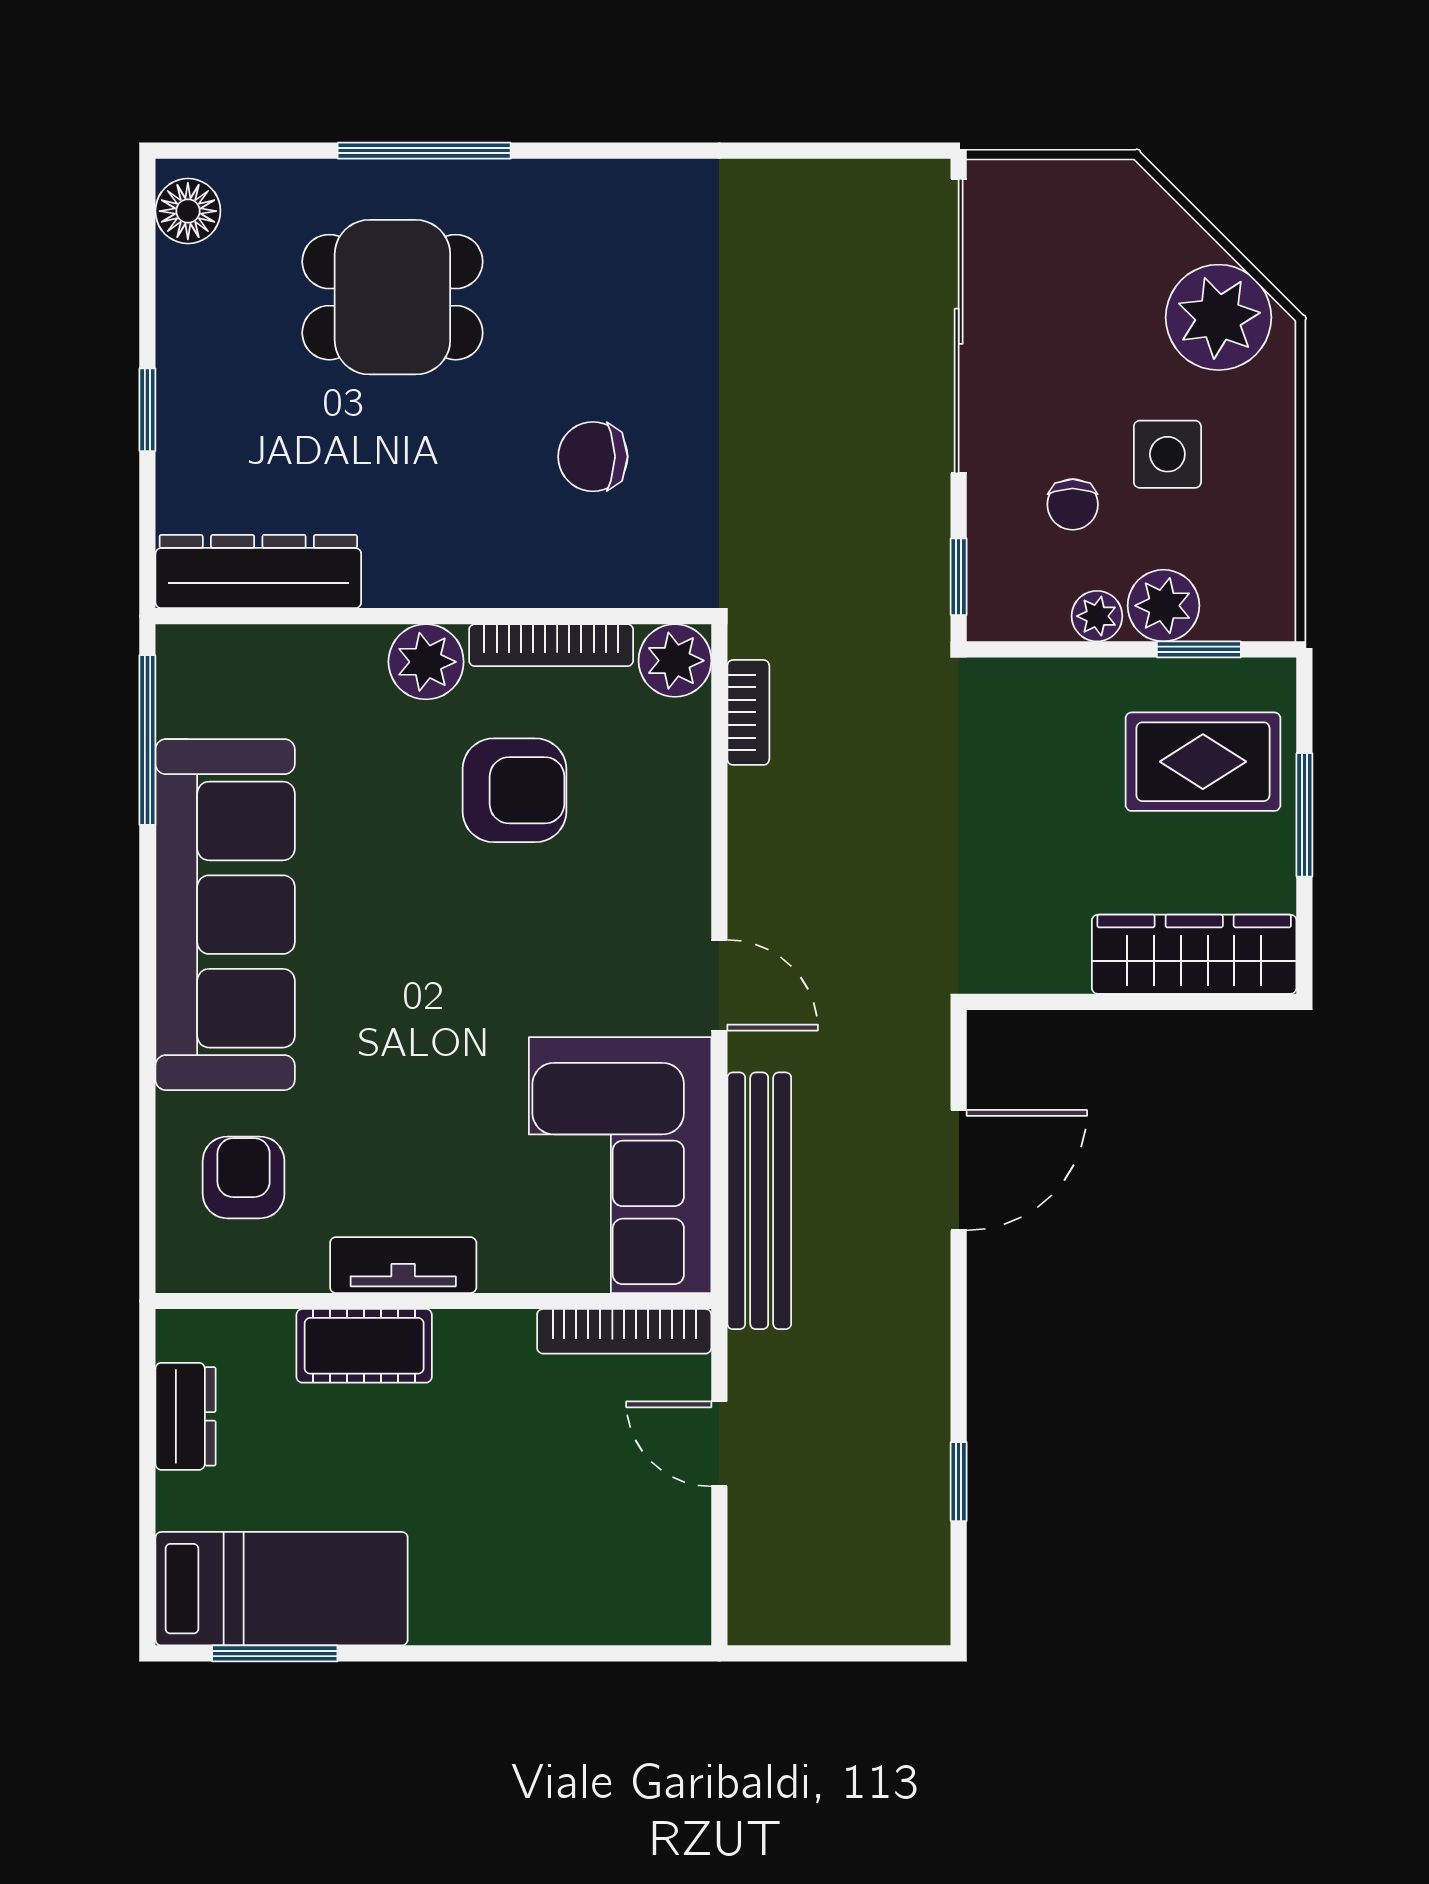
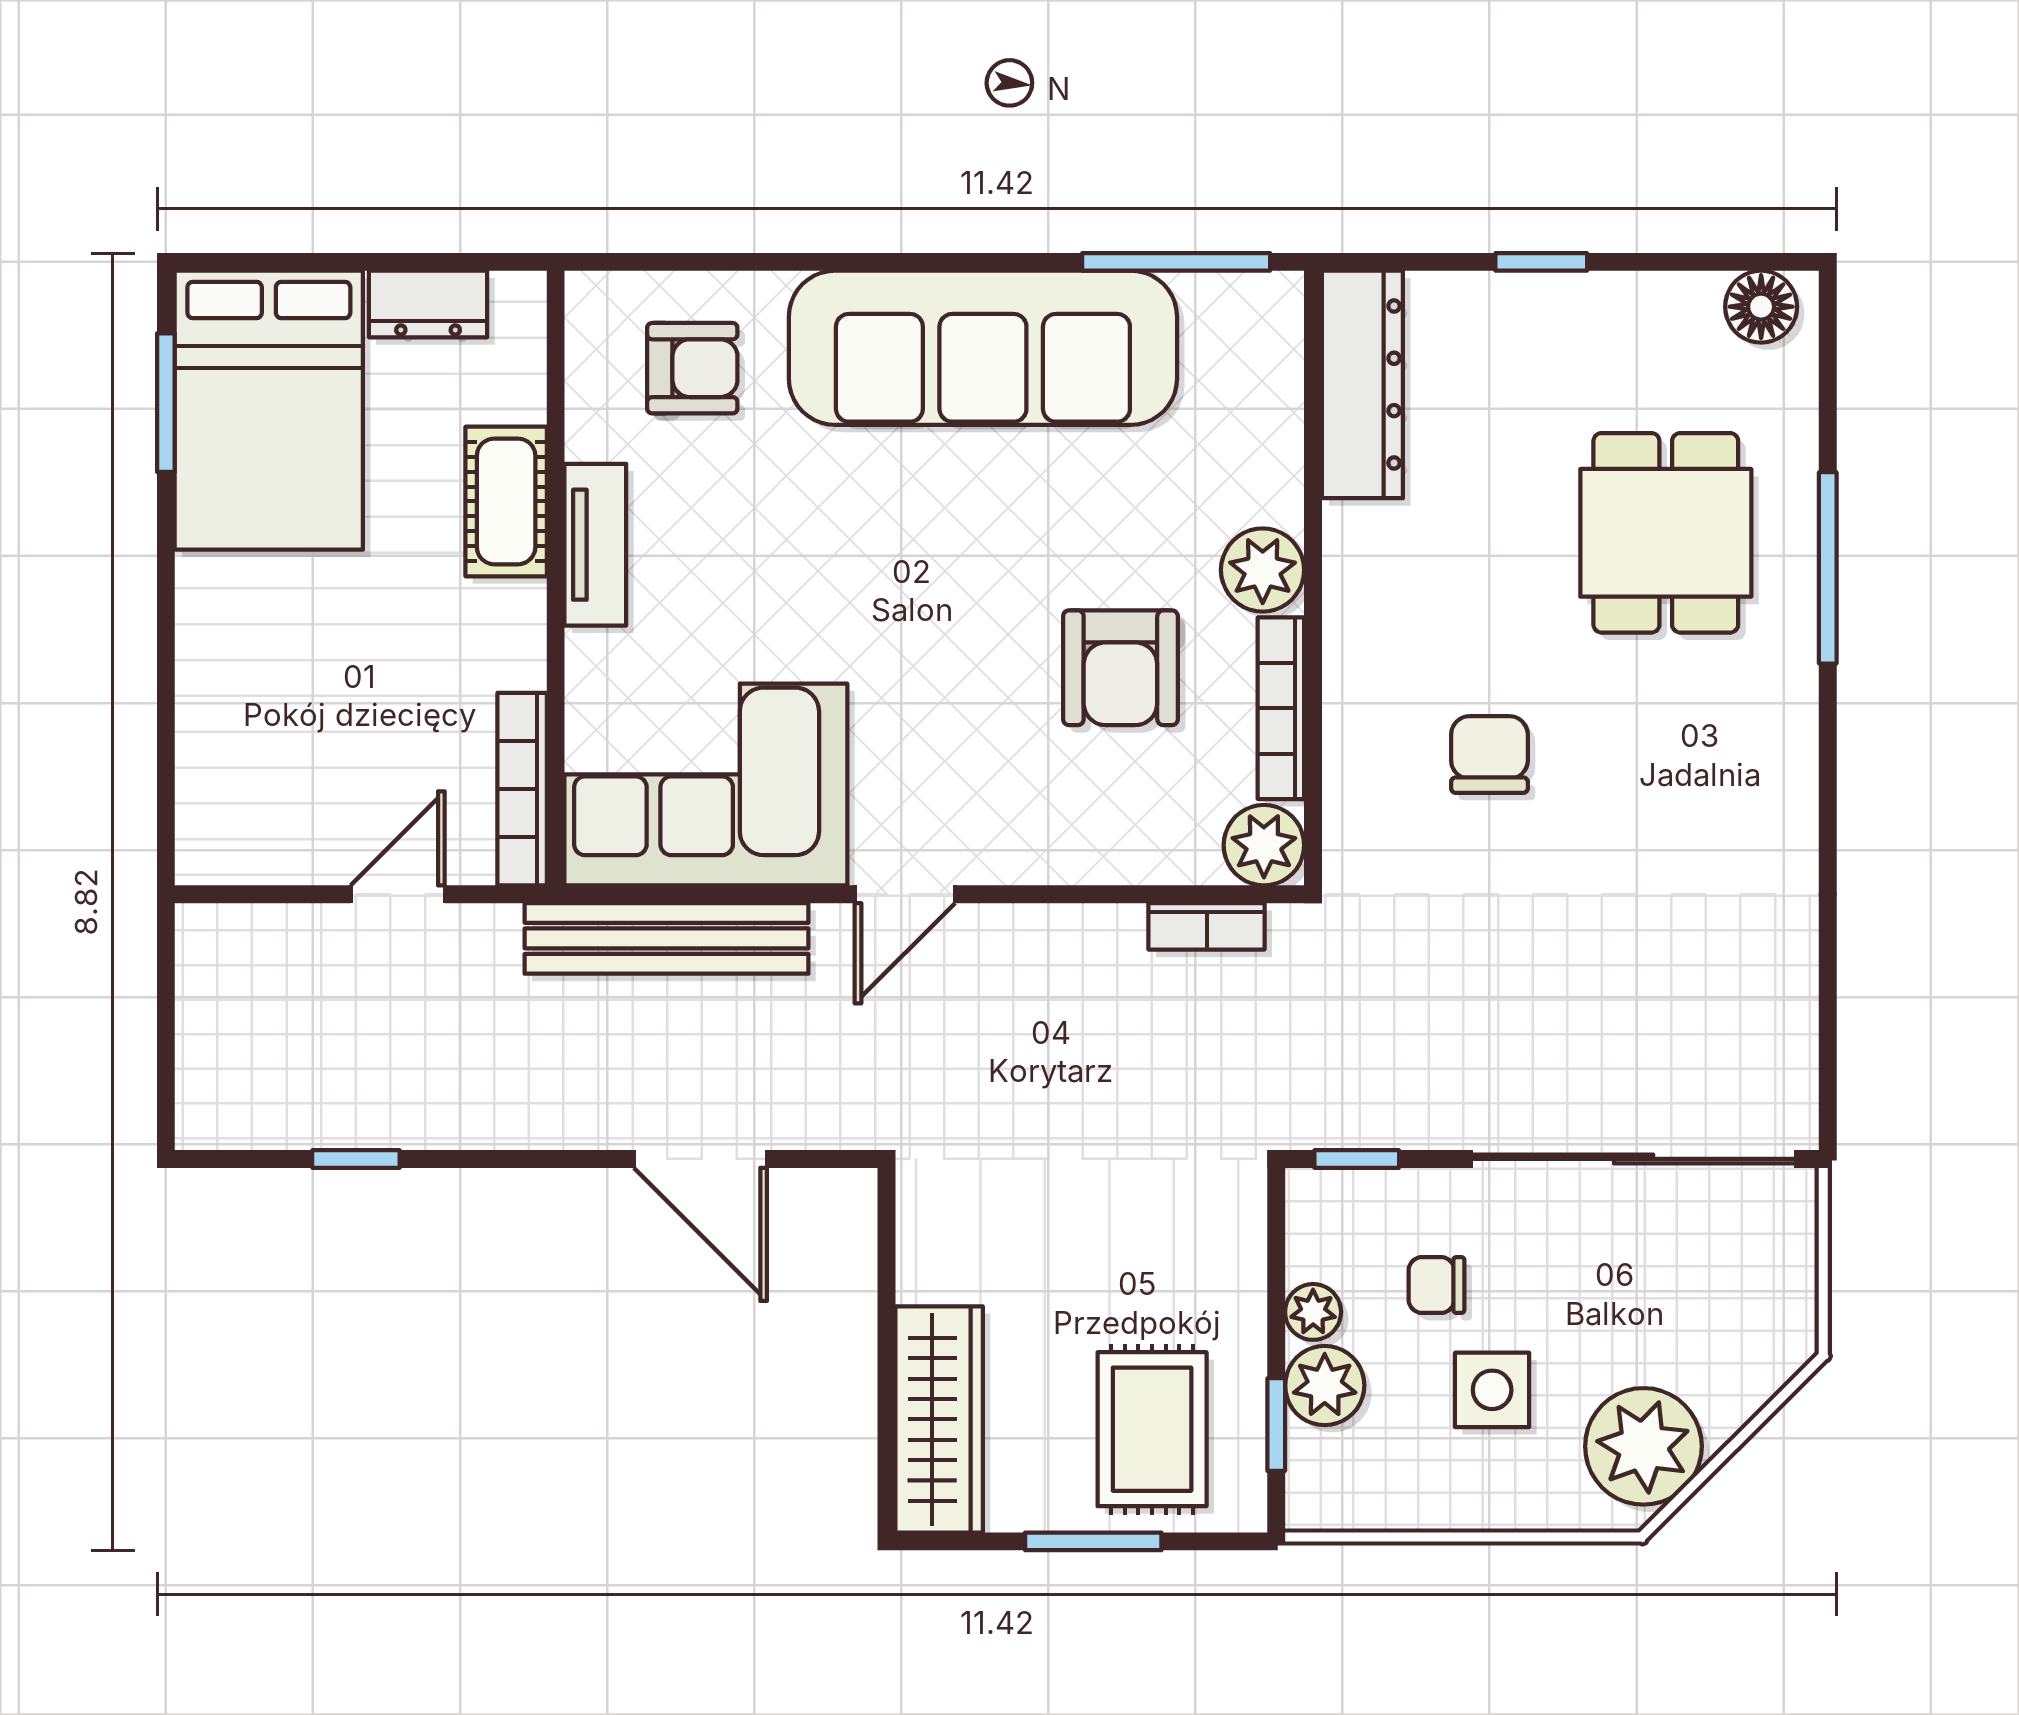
bed: (282, 1589) -> (269, 410), width x1.50

